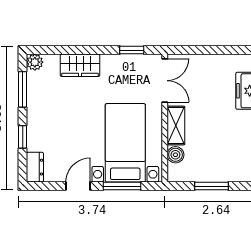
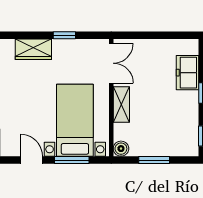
window: (132, 50) -> (64, 35), moved
boiler: (175, 155) -> (121, 149), moved
door: (78, 186) -> (31, 160), hinge flipped

